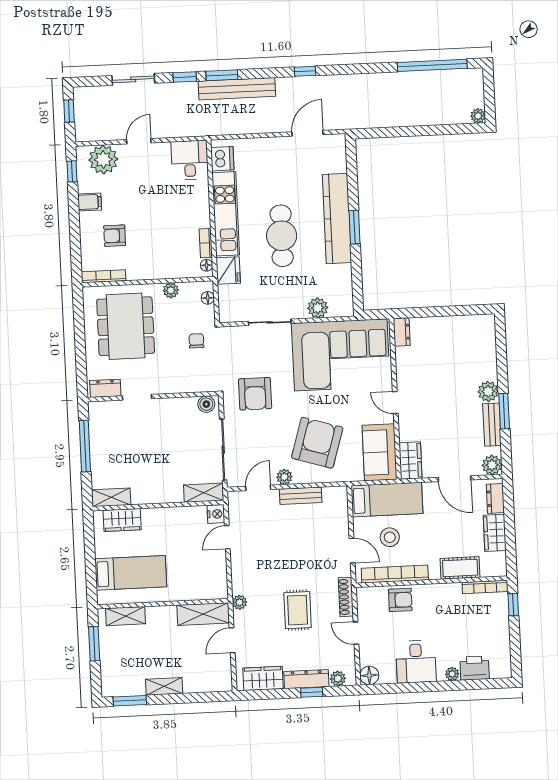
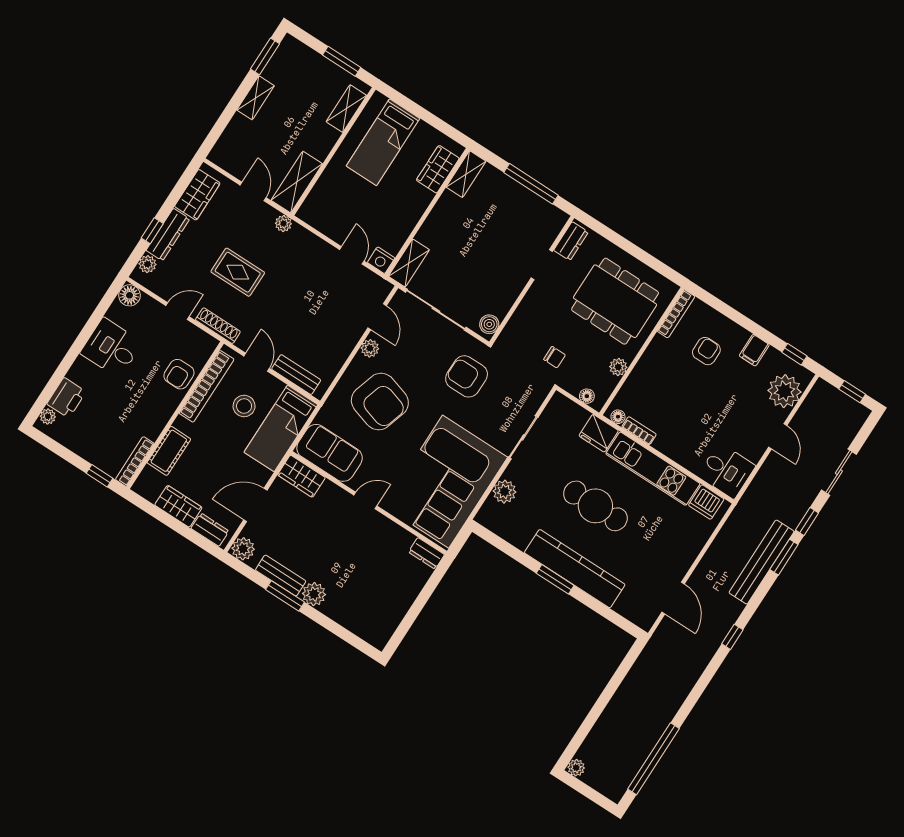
bench: (301, 496) -> (296, 375), moved, turned 90
door: (352, 551) -> (257, 362), swing flipped
plant: (452, 674) -> (48, 416), moved

